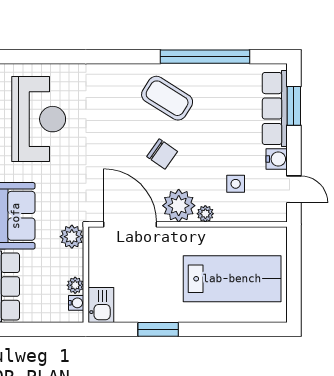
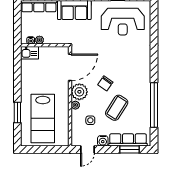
coffee table: (167, 98) -> (117, 108), moved
plant: (72, 237) -> (64, 38), removed
window: (158, 329) -> (17, 113), moved

